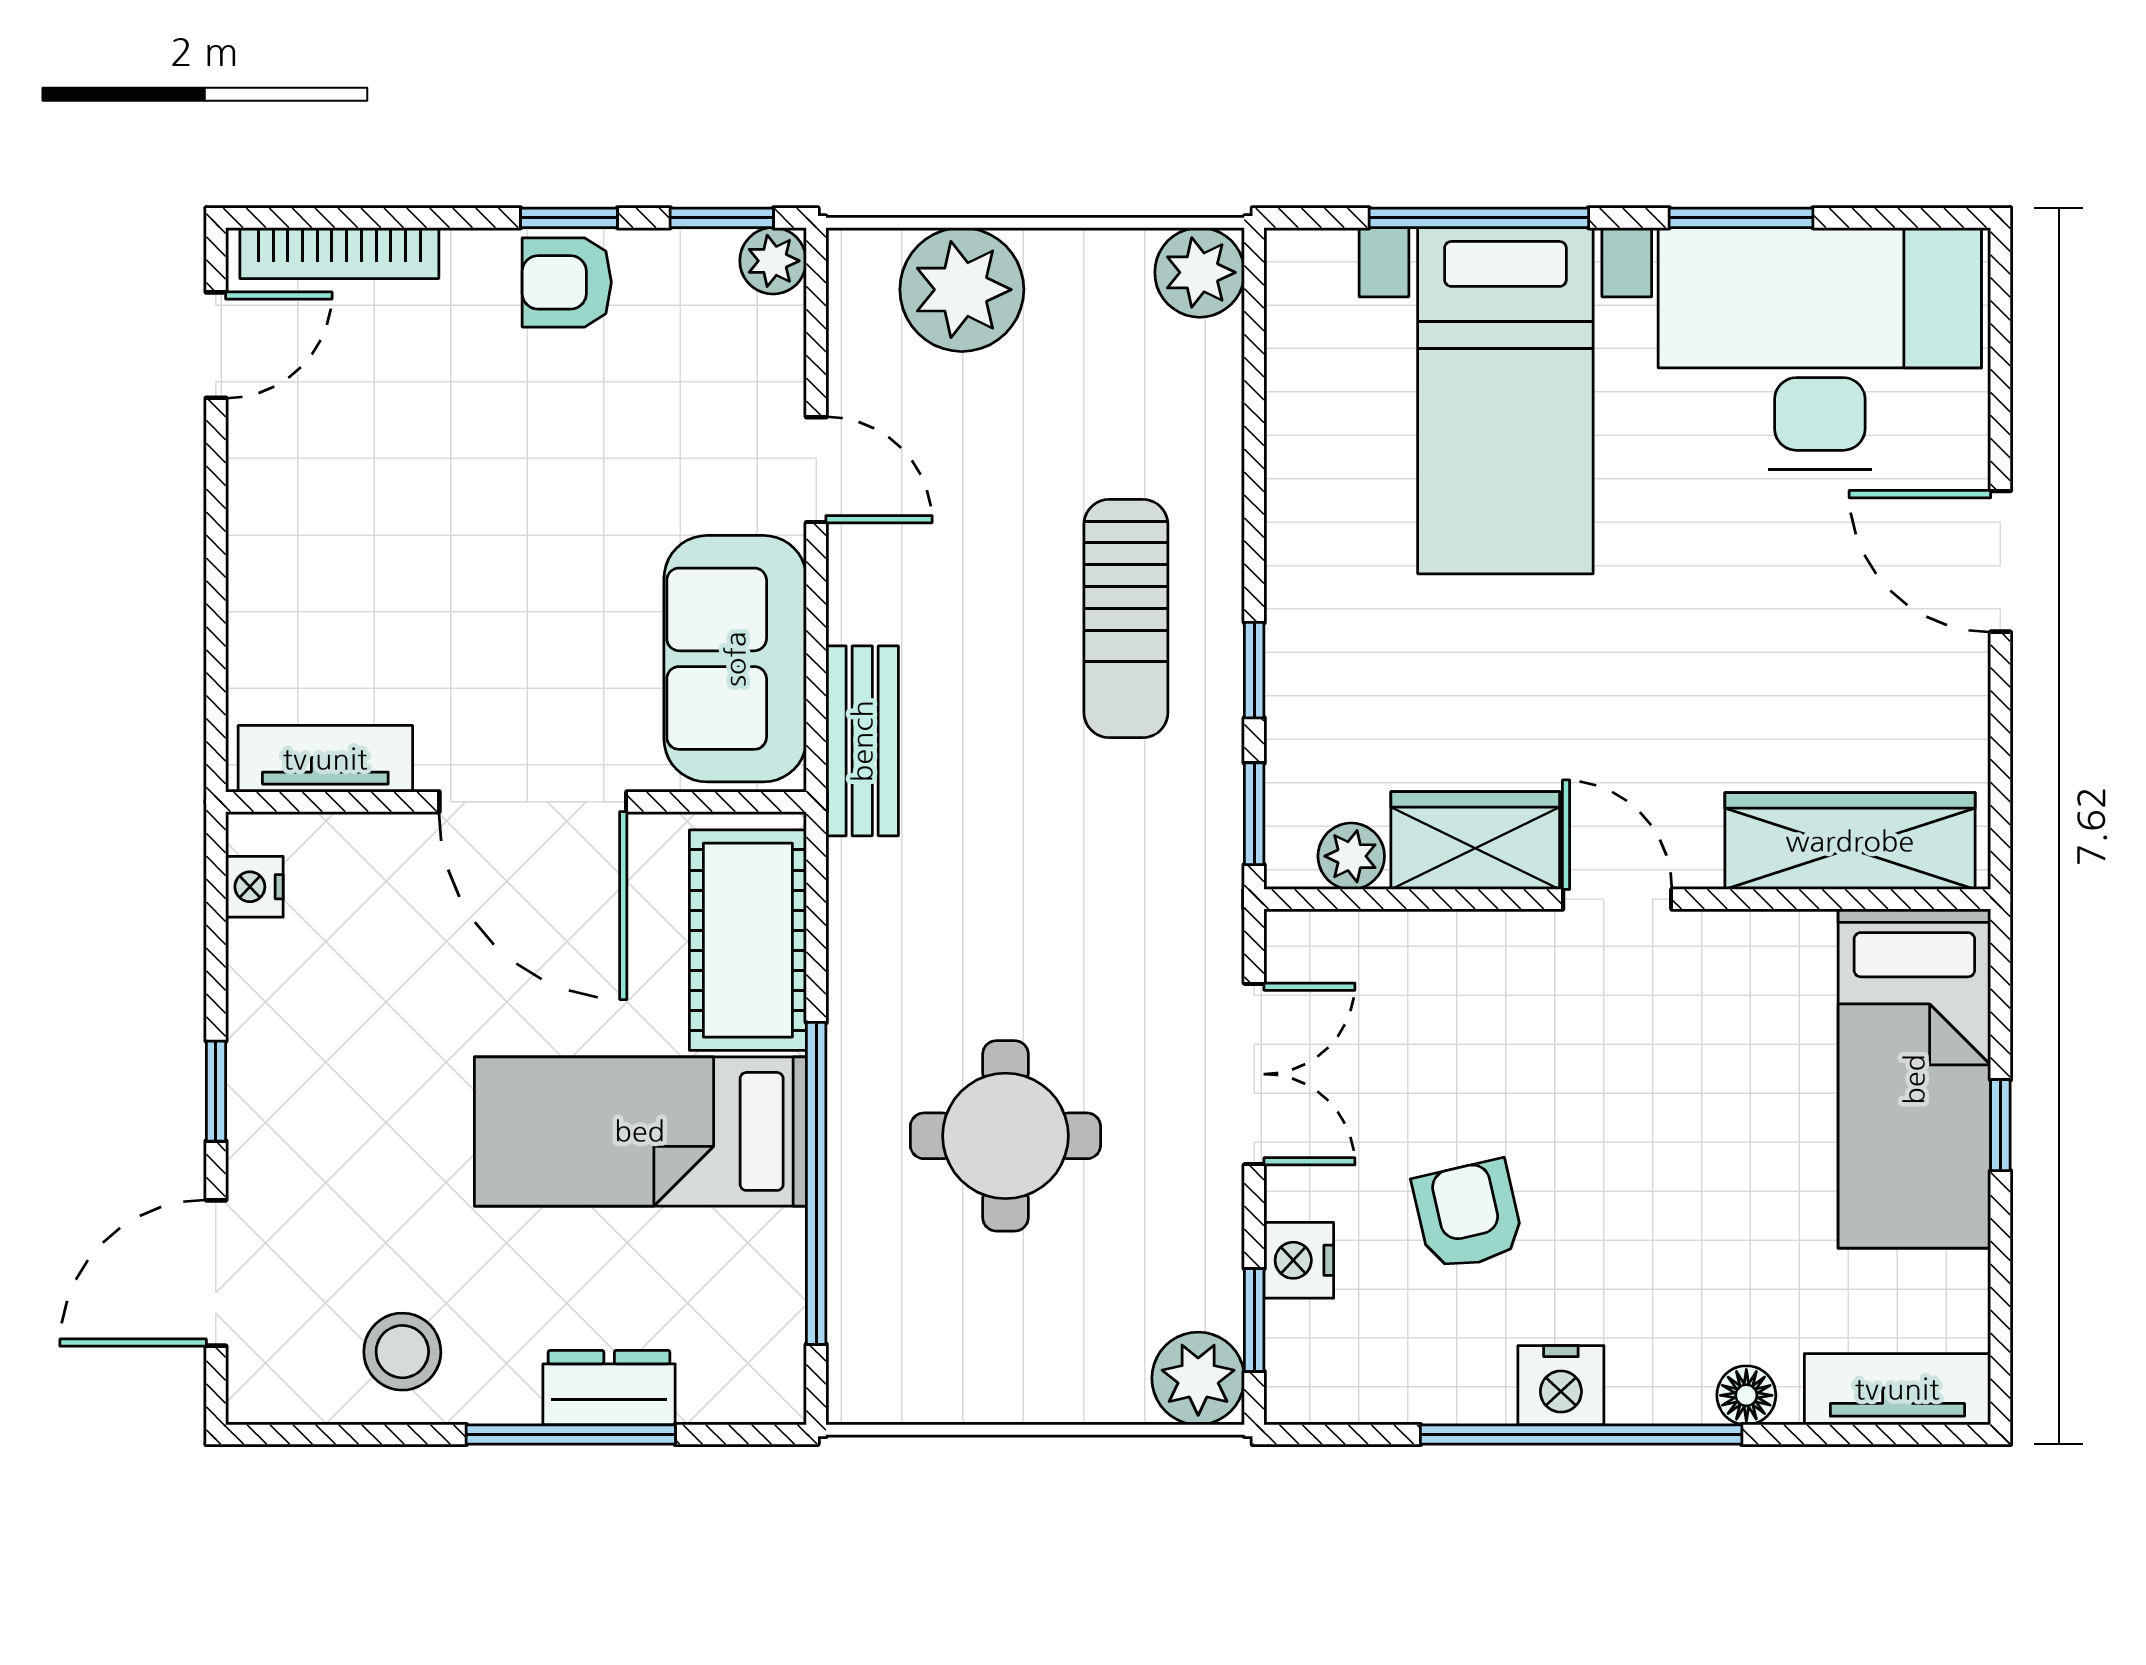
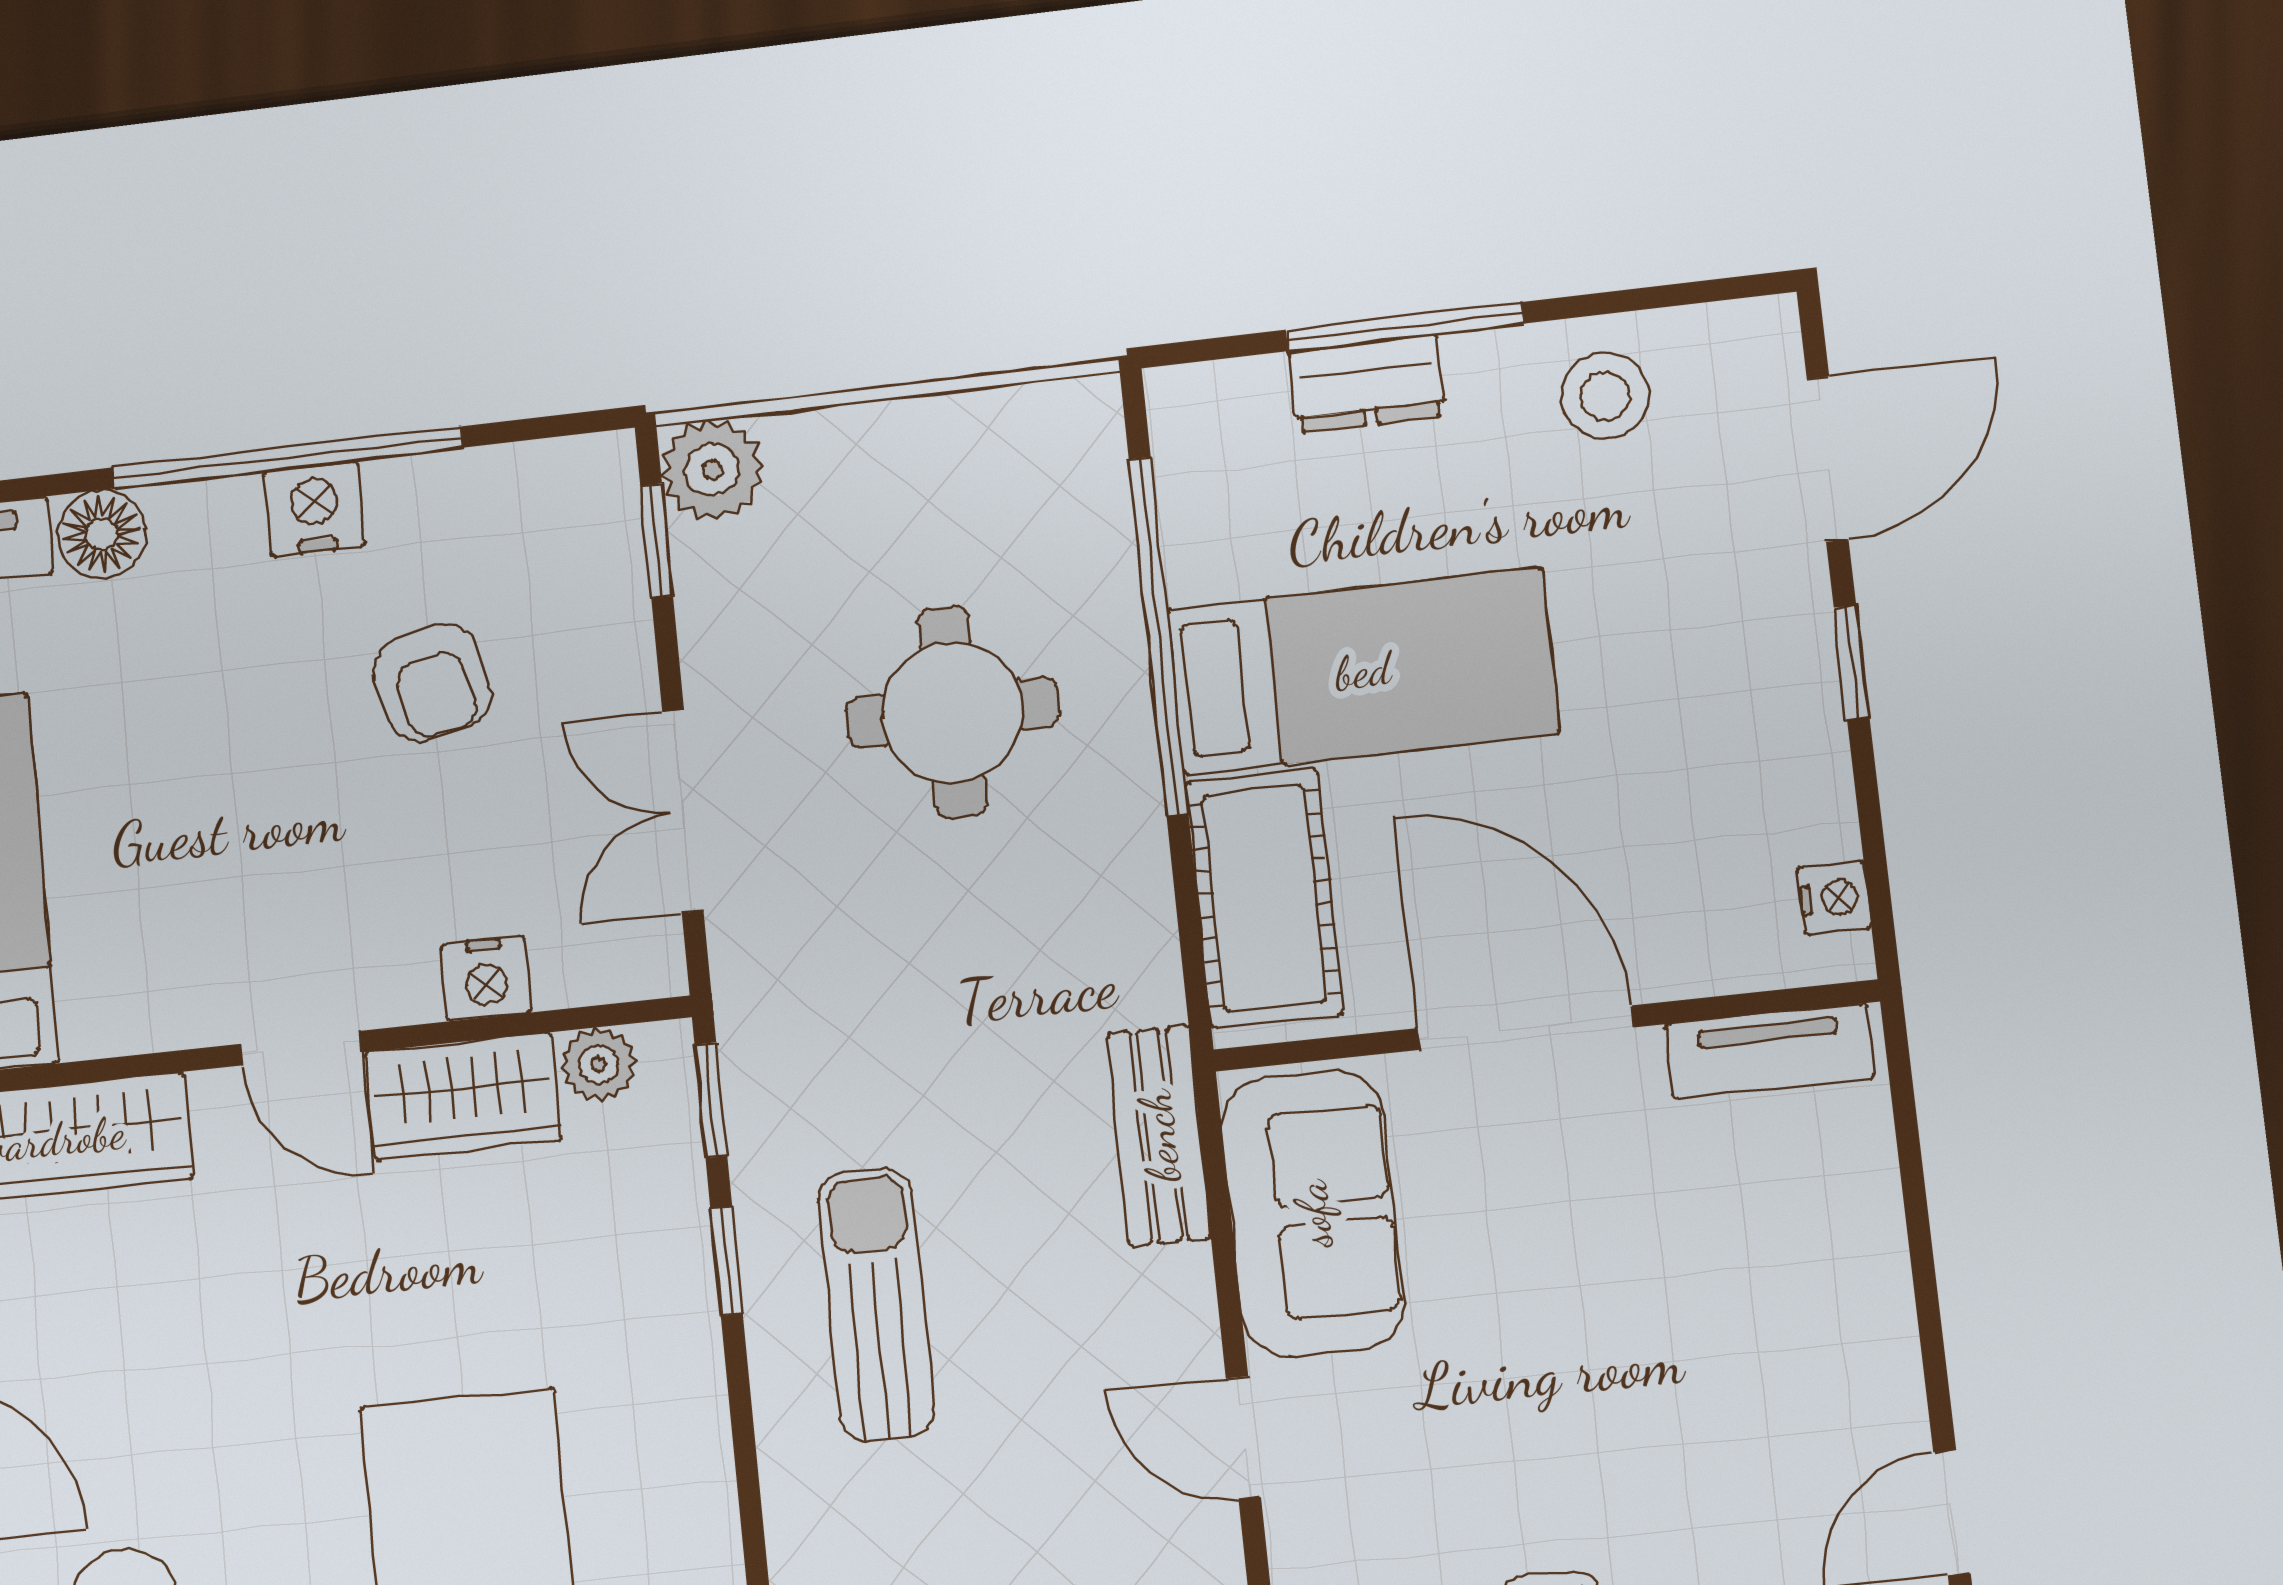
nightstand: (1299, 1260) -> (486, 978), moved, turned 90
floor lamp: (1746, 1395) -> (102, 534), width x1.37, depth x1.37

